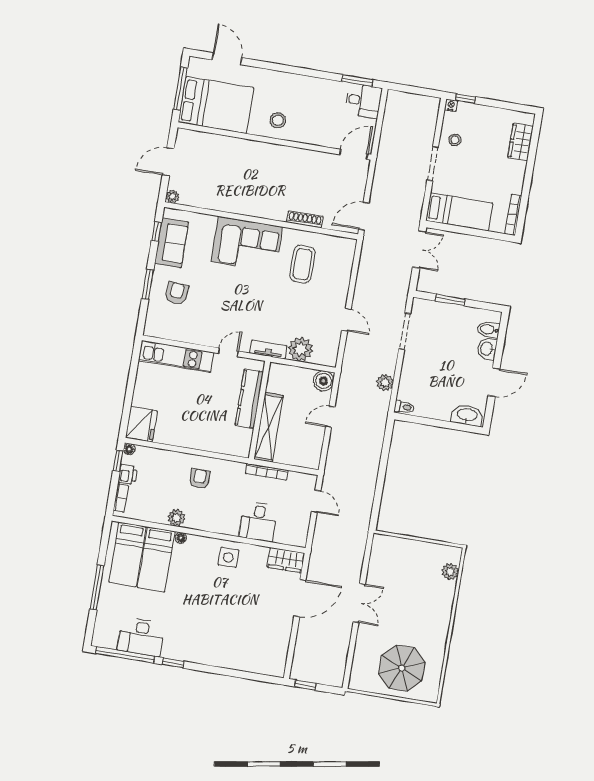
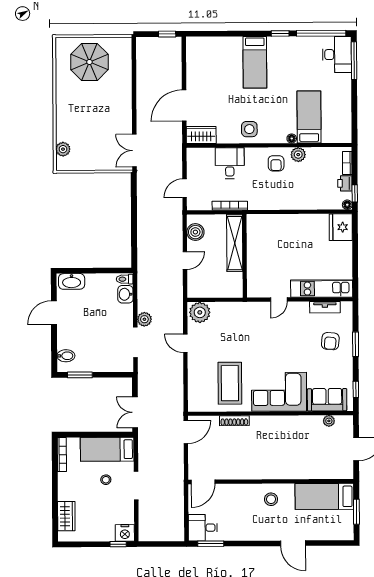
door: (227, 59) -> (293, 543), moved
window: (180, 89) -> (356, 512), width x0.69
bed: (216, 105) -> (324, 496), width x0.67
nightstand: (451, 105) -> (125, 533), width x1.89, depth x1.79
stool: (455, 140) -> (106, 480), moved
plant: (173, 197) -> (329, 421), moved
sofa: (172, 243) -> (327, 400), moved, turned 90
coffee table: (302, 264) -> (230, 383), width x1.36, depth x1.32
window: (450, 300) -> (80, 375), moved
tv unit: (268, 349) -> (325, 307), moved
plant: (300, 349) -> (200, 312), moved
washbasin: (487, 349) -> (125, 294), moved, turned 180
boiler: (323, 381) -> (195, 232), moved
plant: (385, 383) -> (144, 319), moved
kitchen counter: (249, 399) -> (255, 264), removed
armchair: (199, 479) -> (276, 163), moved
door: (316, 501) -> (185, 188), hinge flipped
bed: (127, 554) -> (255, 62), moved, turned 180
window: (97, 587) -> (354, 61), moved
double door: (359, 603) -> (134, 151), moved
desk: (141, 637) -> (337, 55), moved, turned 90

